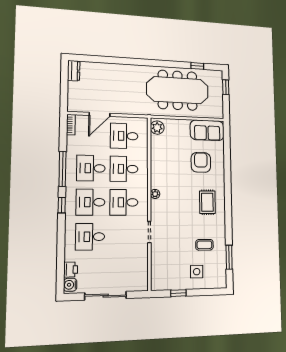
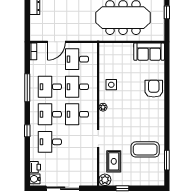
plant: (157, 128) -> (105, 180), moved
armchair: (201, 162) -> (154, 89), moved
rug: (207, 202) -> (114, 161), moved
window: (62, 205) -> (27, 131), moved
coffee table: (204, 245) -> (145, 149), width x1.86, depth x1.72
side table: (197, 272) -> (111, 85), moved

